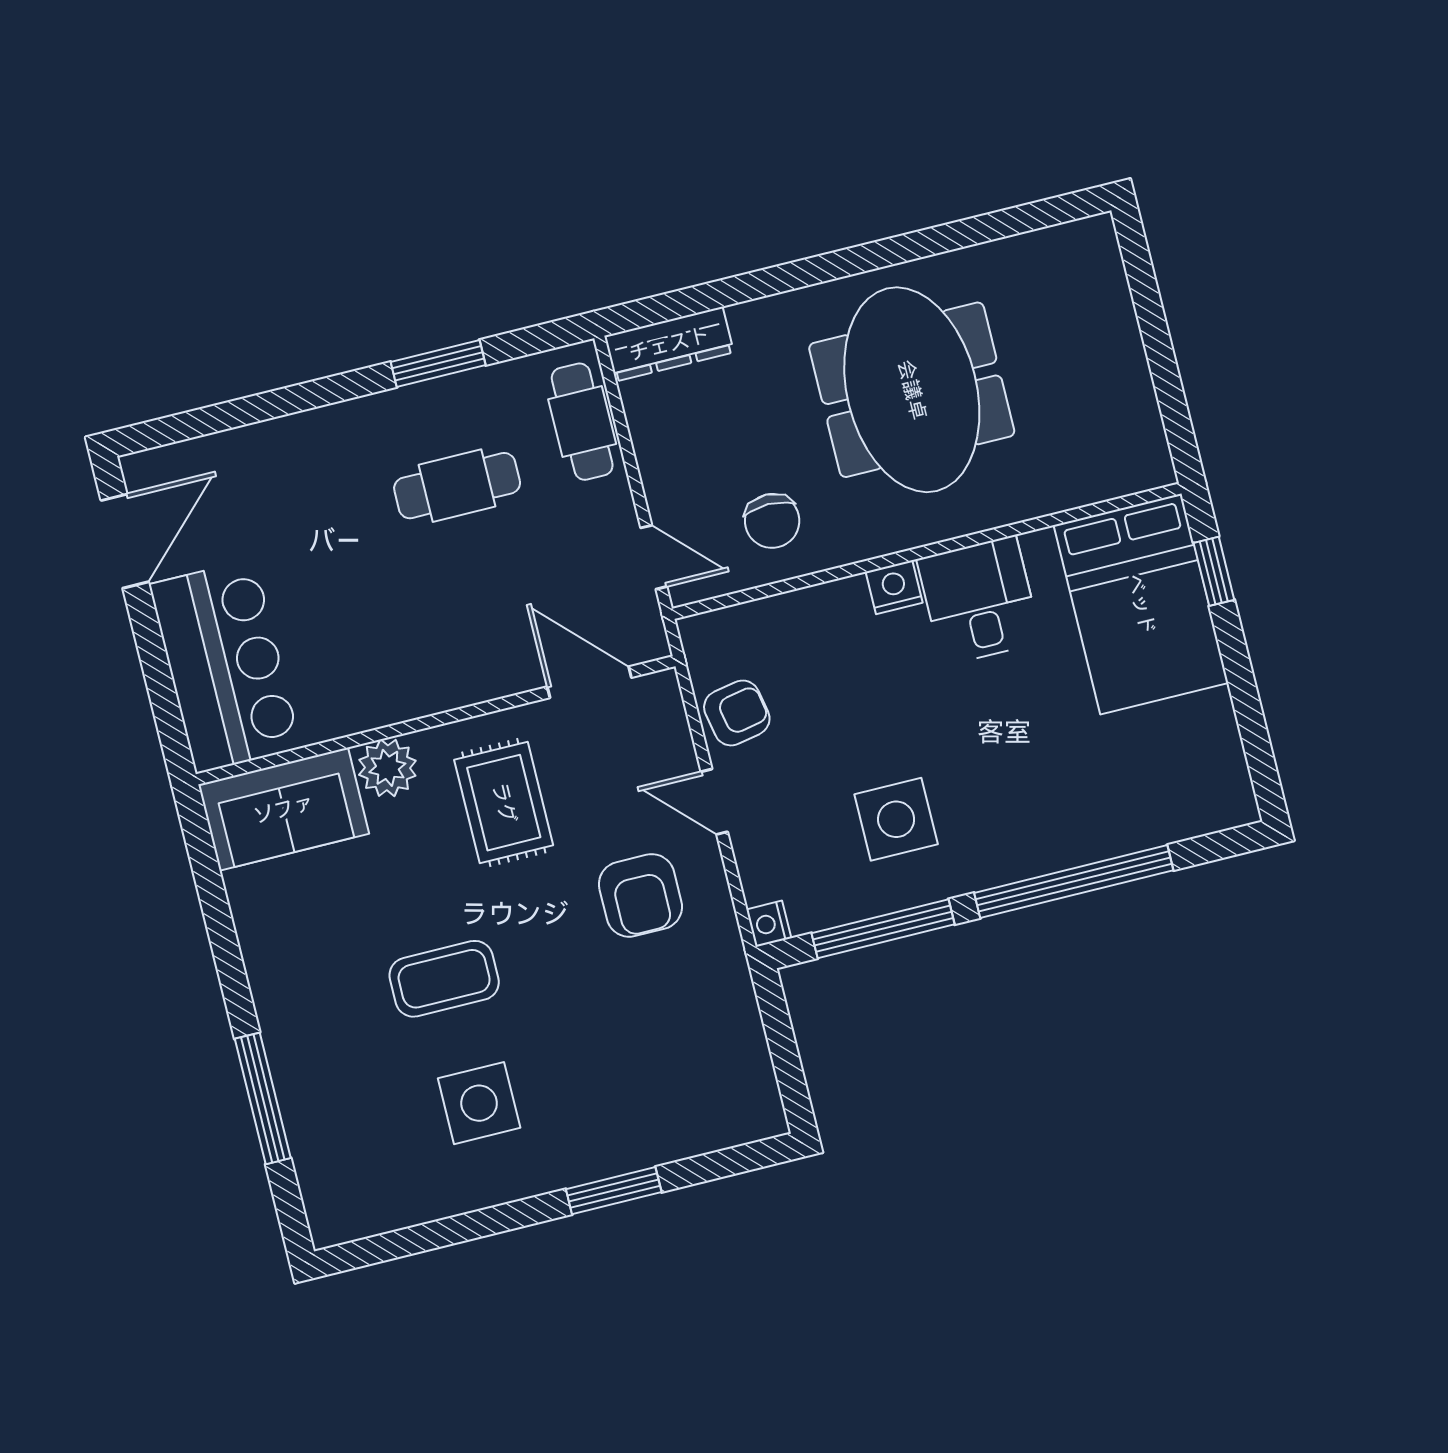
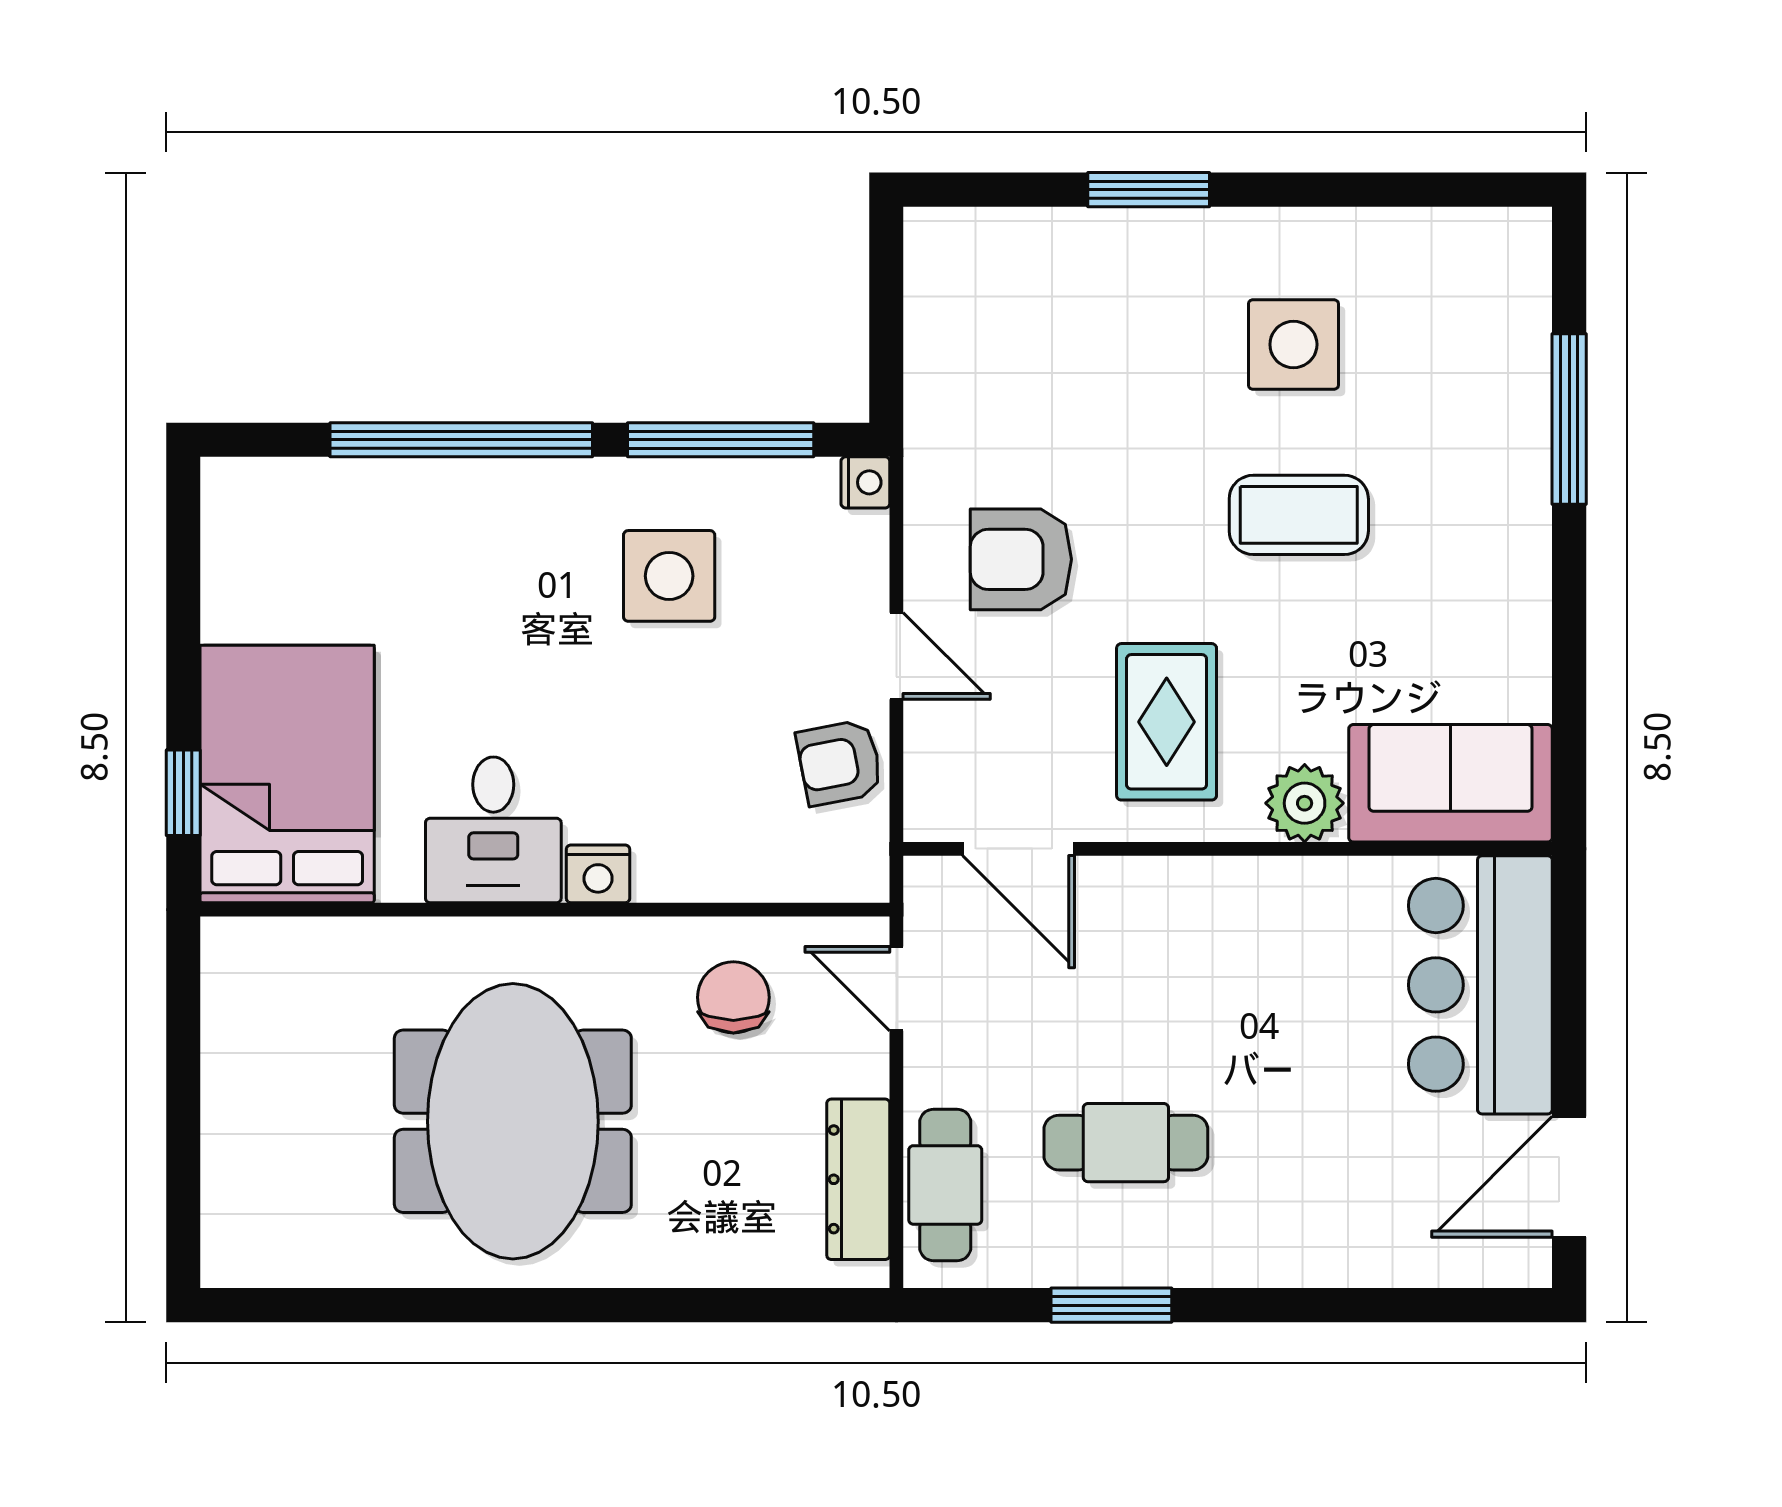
dresser: (669, 344) -> (858, 1179), moved, turned -90
armchair: (640, 895) -> (1021, 559), turned -90

